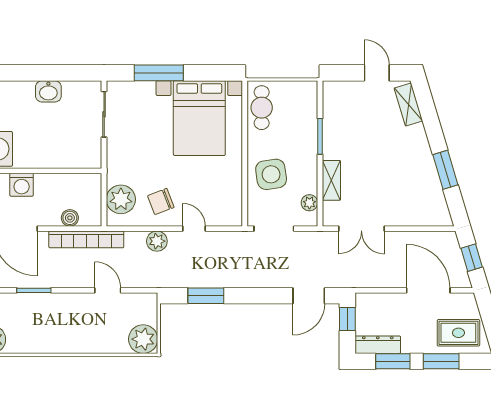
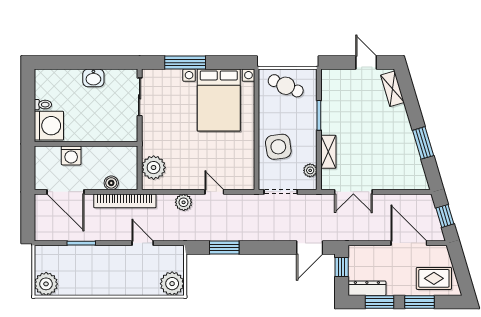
cafe table: (262, 108) -> (286, 86), moved, turned -66
chair: (161, 201) -> (187, 169), removed

